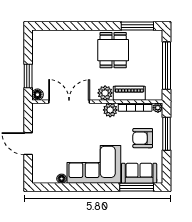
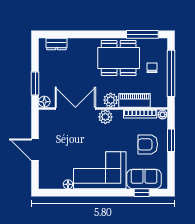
dresser: (50, 36) -> (57, 44), added
dining table: (113, 50) -> (119, 58), width x1.37
chair: (147, 60) -> (152, 68), added
plant: (110, 110) -> (105, 117), moved
window: (166, 134) -> (171, 140), width x0.69
window: (137, 187) -> (142, 193), width x0.46

